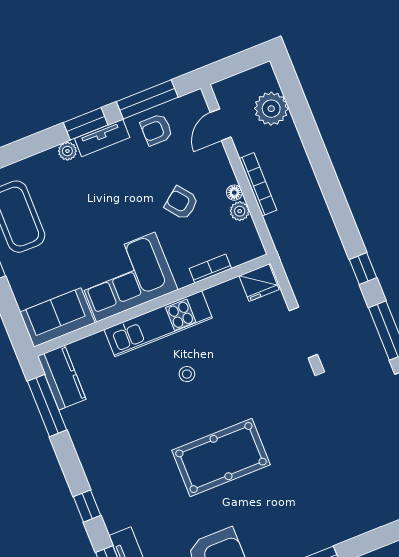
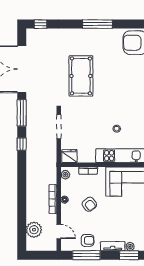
window: (86, 124) -> (129, 255), moved
door: (221, 125) -> (59, 231), hinge flipped
plant: (240, 211) -> (65, 175), moved
pool table: (221, 458) -> (81, 76), moved, turned 90

